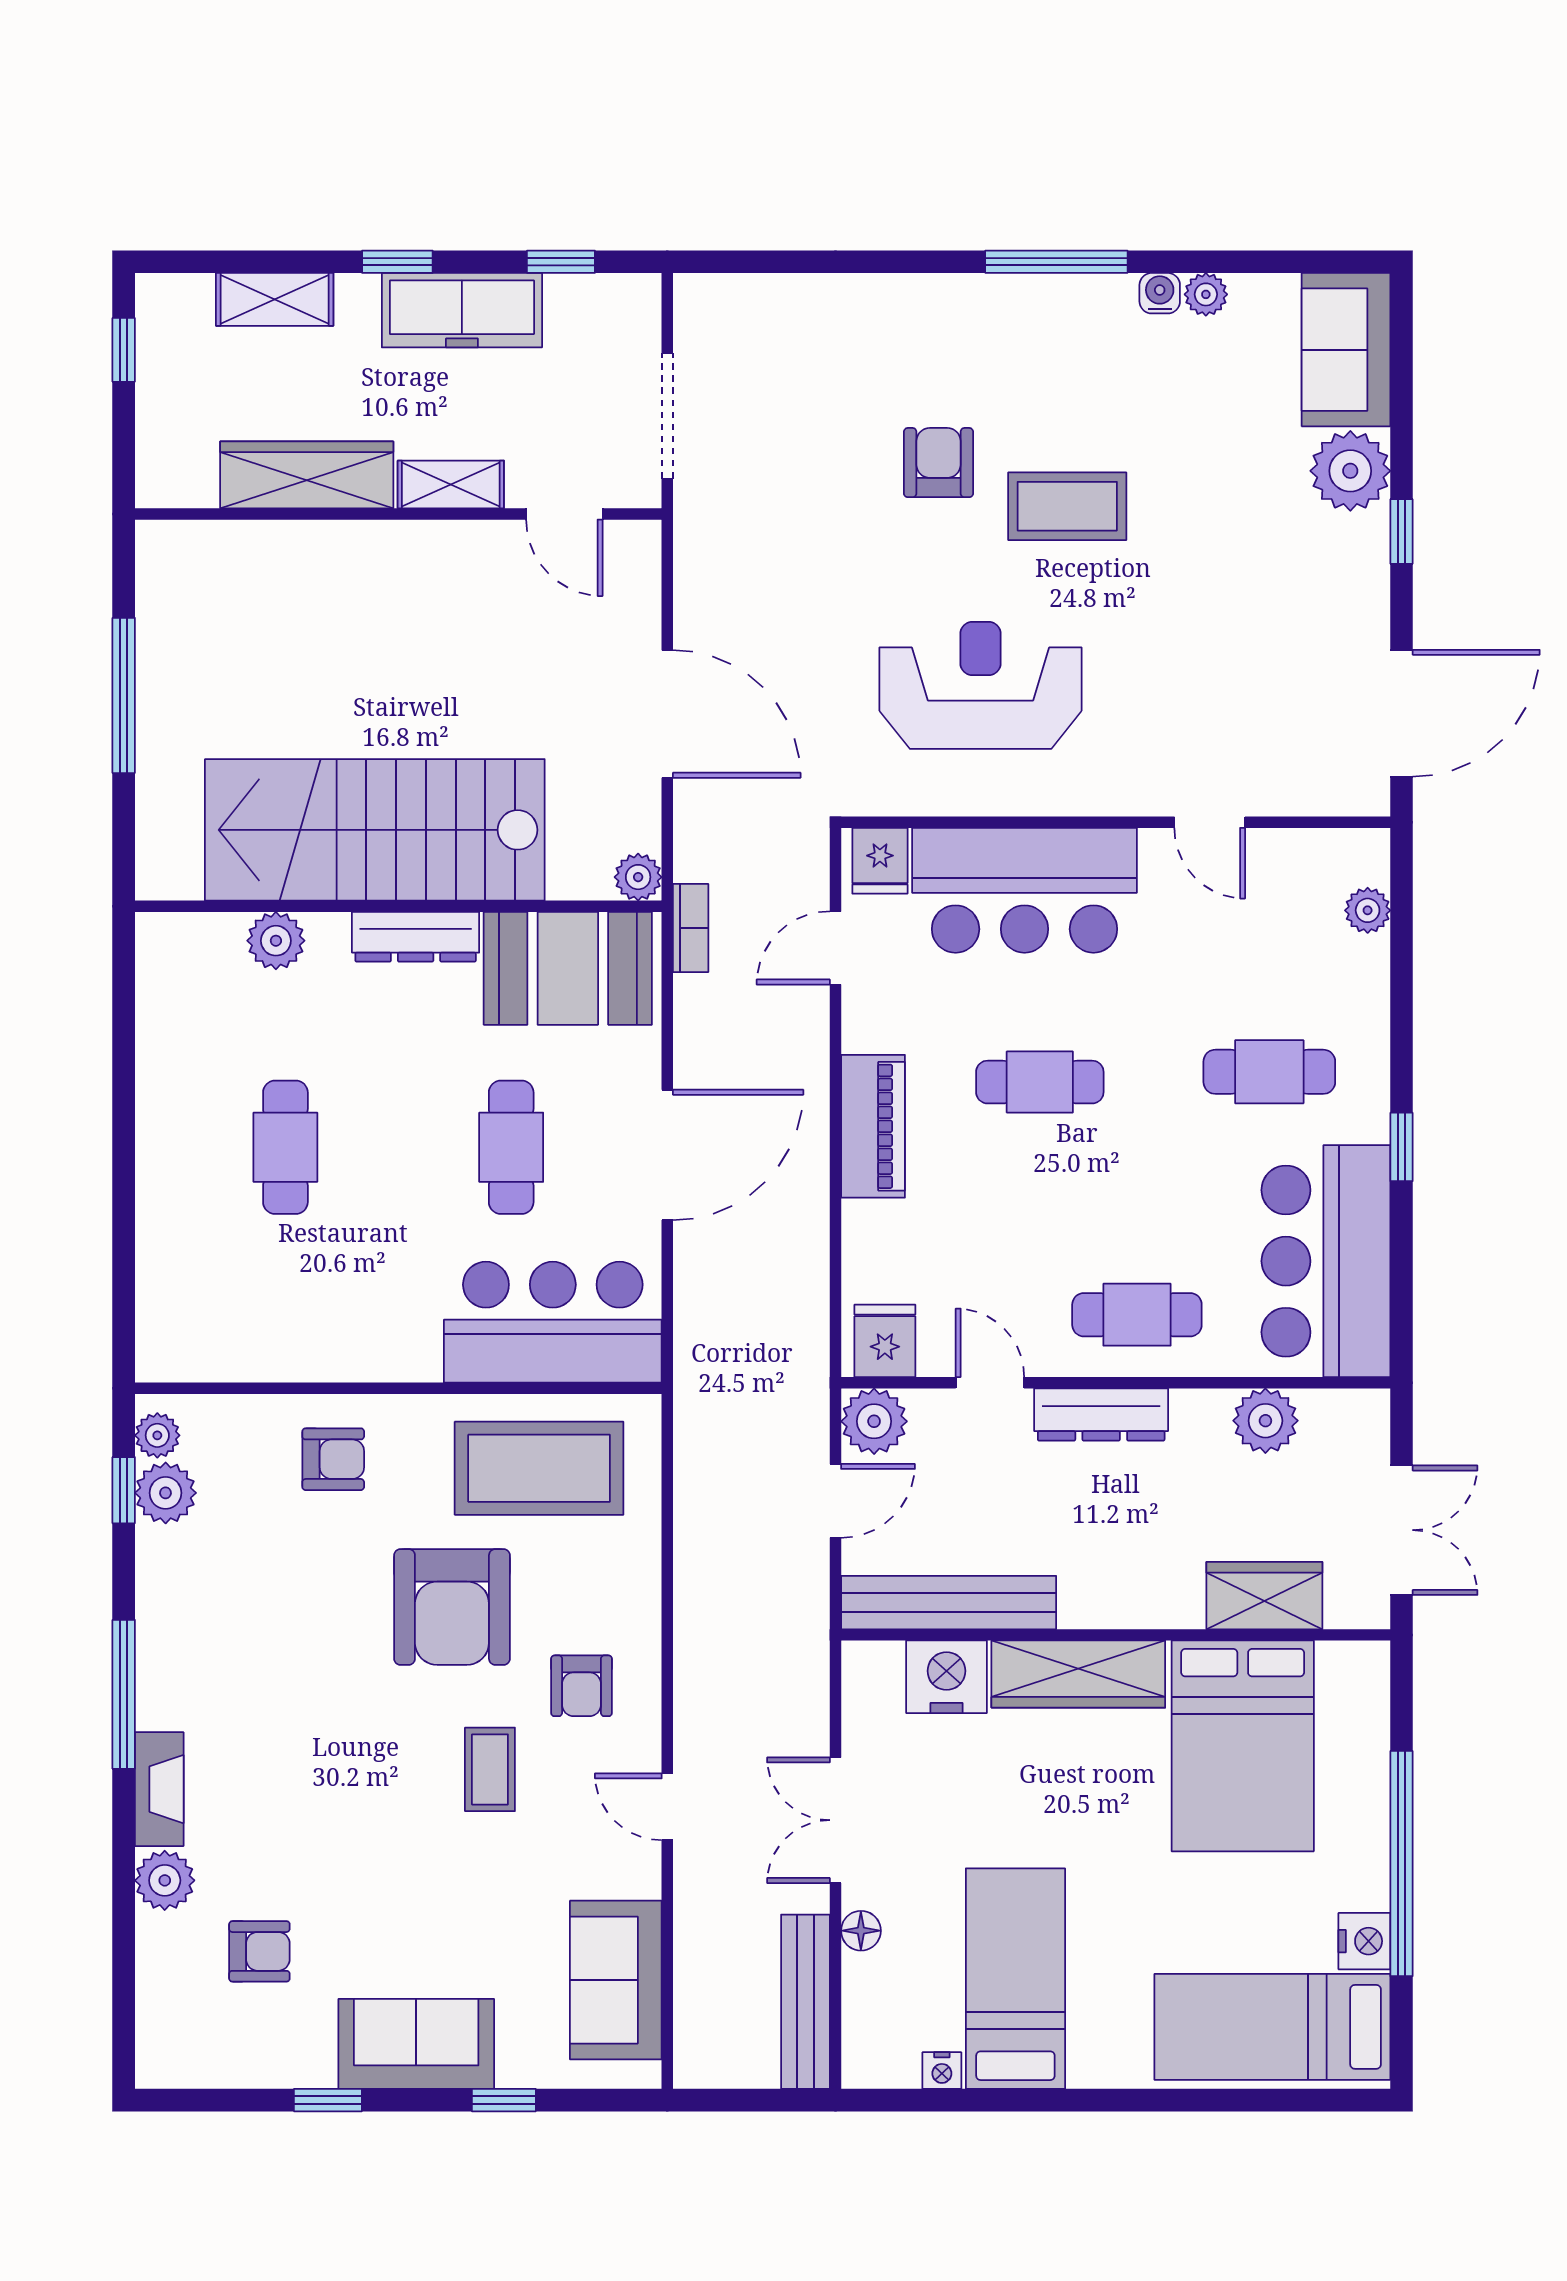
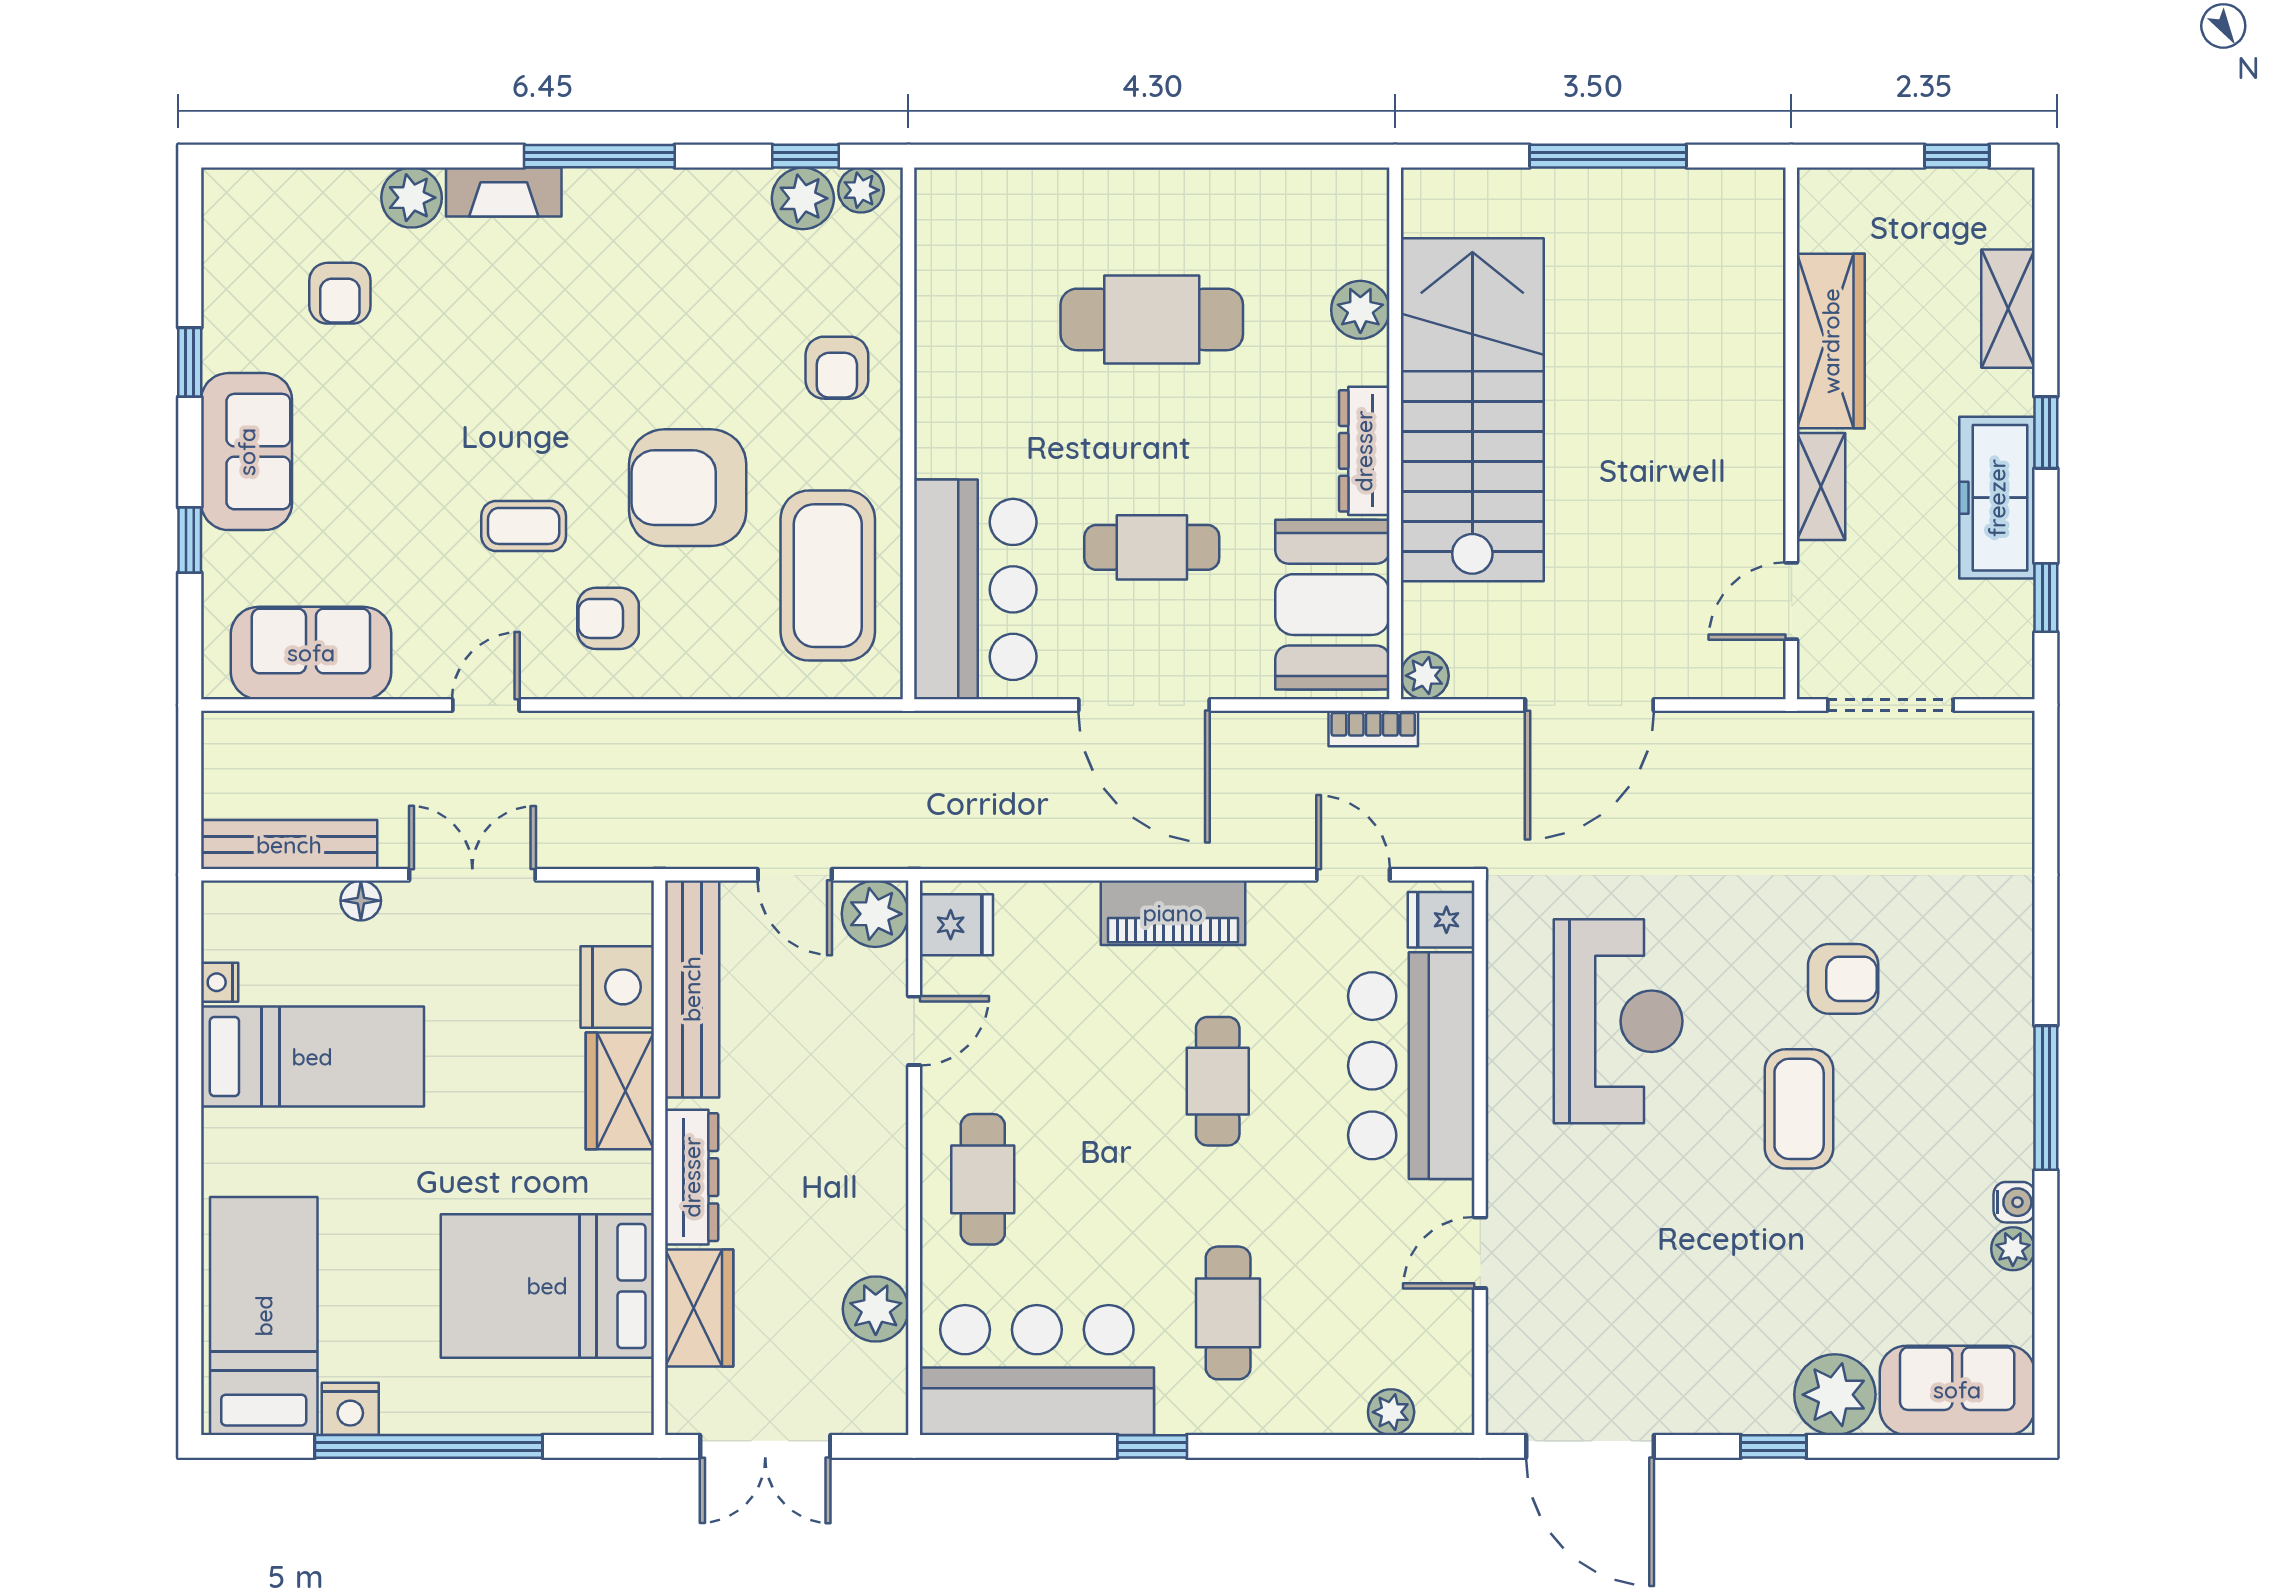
cafe table: (285, 1147) -> (1152, 319), width x1.37, depth x1.35
dresser: (1101, 1414) -> (692, 1177), moved, turned 180
wardrobe: (1078, 1674) -> (620, 1091), width x0.67

